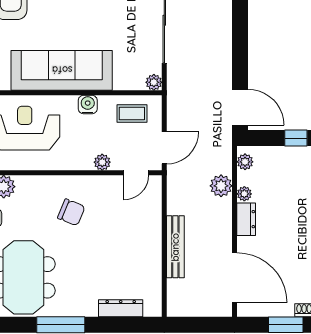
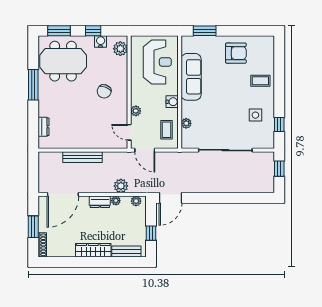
sofa: (62, 70) -> (191, 77), width x0.74, depth x0.79
plant: (154, 82) -> (186, 123), moved
dresser: (121, 308) -> (44, 127), width x0.70

